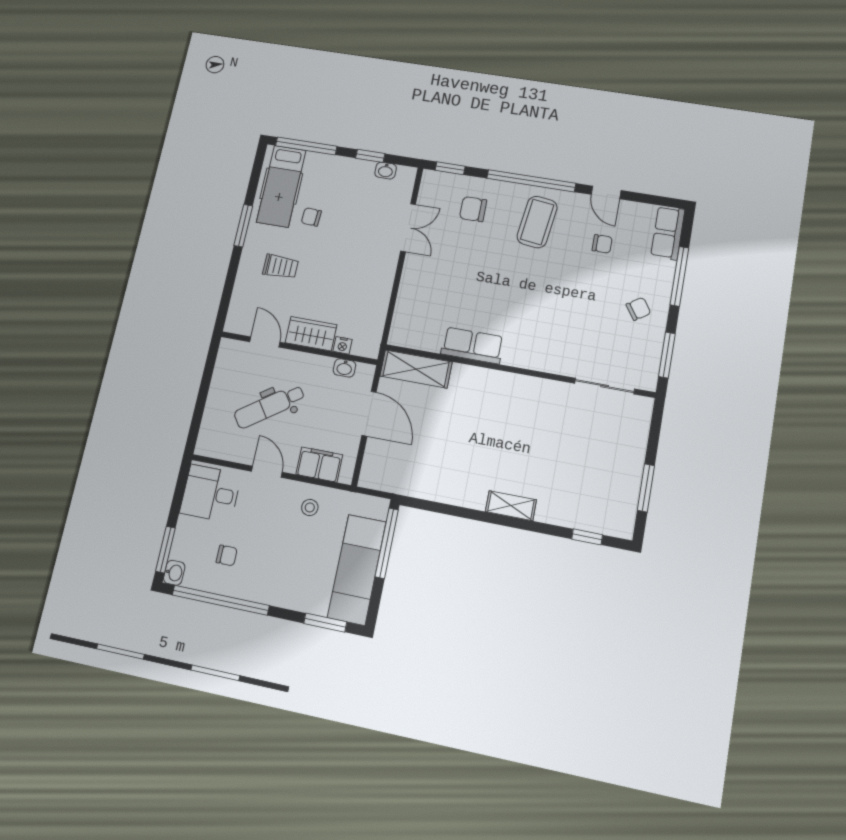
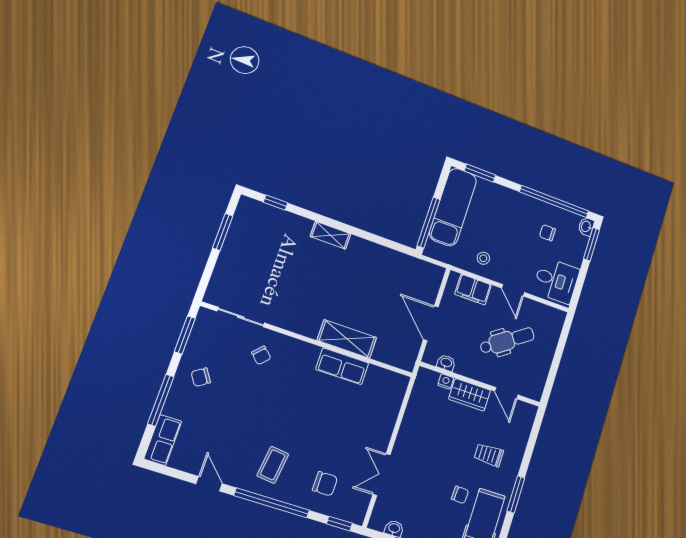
coffee table: (537, 222) -> (273, 465), width x0.73, depth x0.77
chair: (602, 244) -> (261, 355), moved, turned -136
shelving: (416, 369) -> (347, 339), moved

